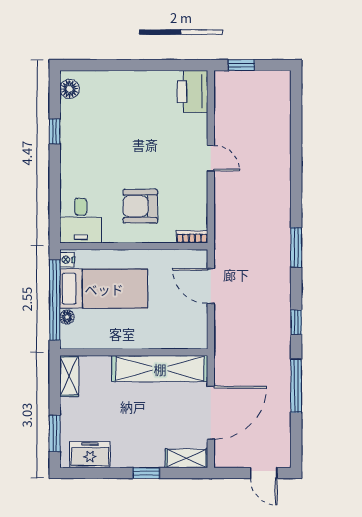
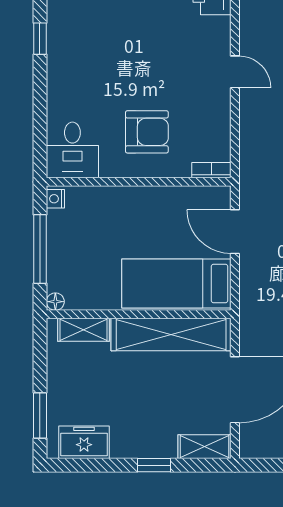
armchair: (140, 206) -> (147, 132), turned 180
bed: (104, 289) -> (176, 284), moved, turned 180
window: (55, 300) -> (40, 249), width x0.68
floor lamp: (67, 317) -> (55, 302), moved
shelving: (69, 376) -> (83, 330), moved, turned 90

